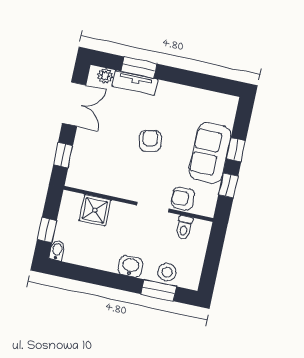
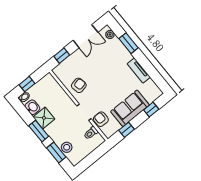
tv unit: (135, 83) -> (139, 70), moved
armchair: (150, 141) -> (79, 85), moved
window: (236, 150) -> (151, 110), moved
shower: (95, 210) -> (44, 118), moved
washbasin: (131, 266) -> (32, 107), moved
window: (112, 280) -> (39, 131), added

